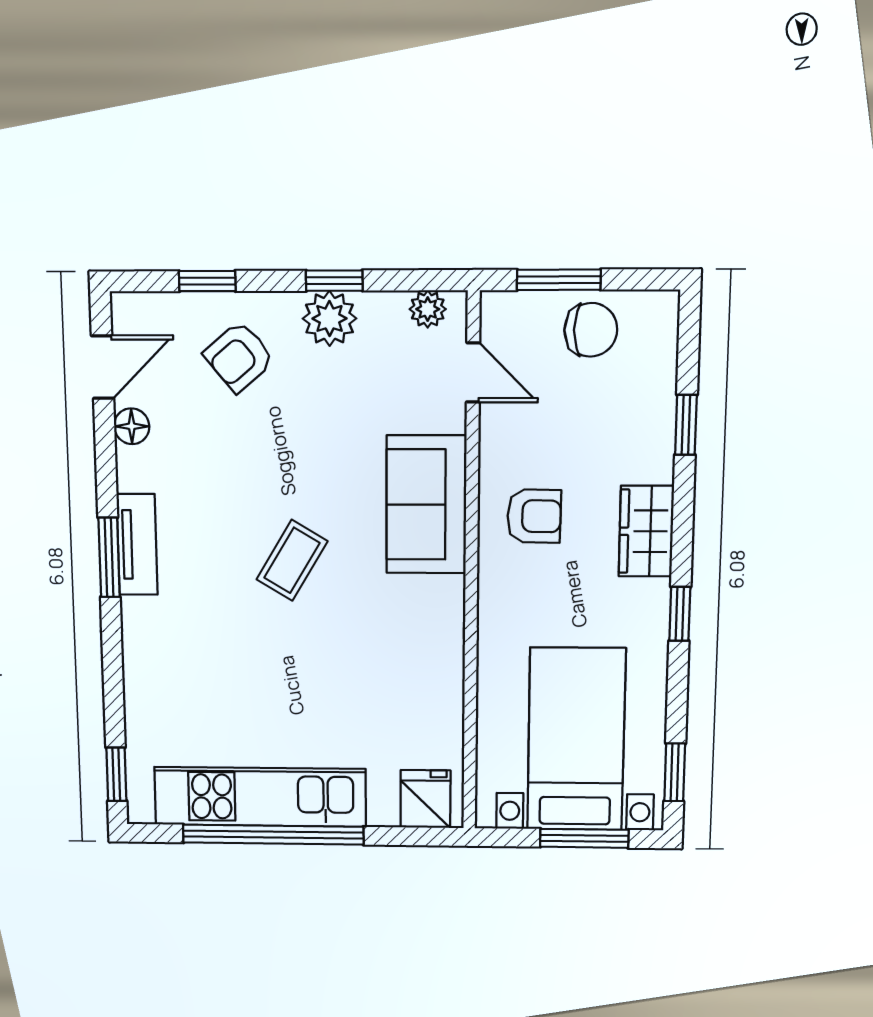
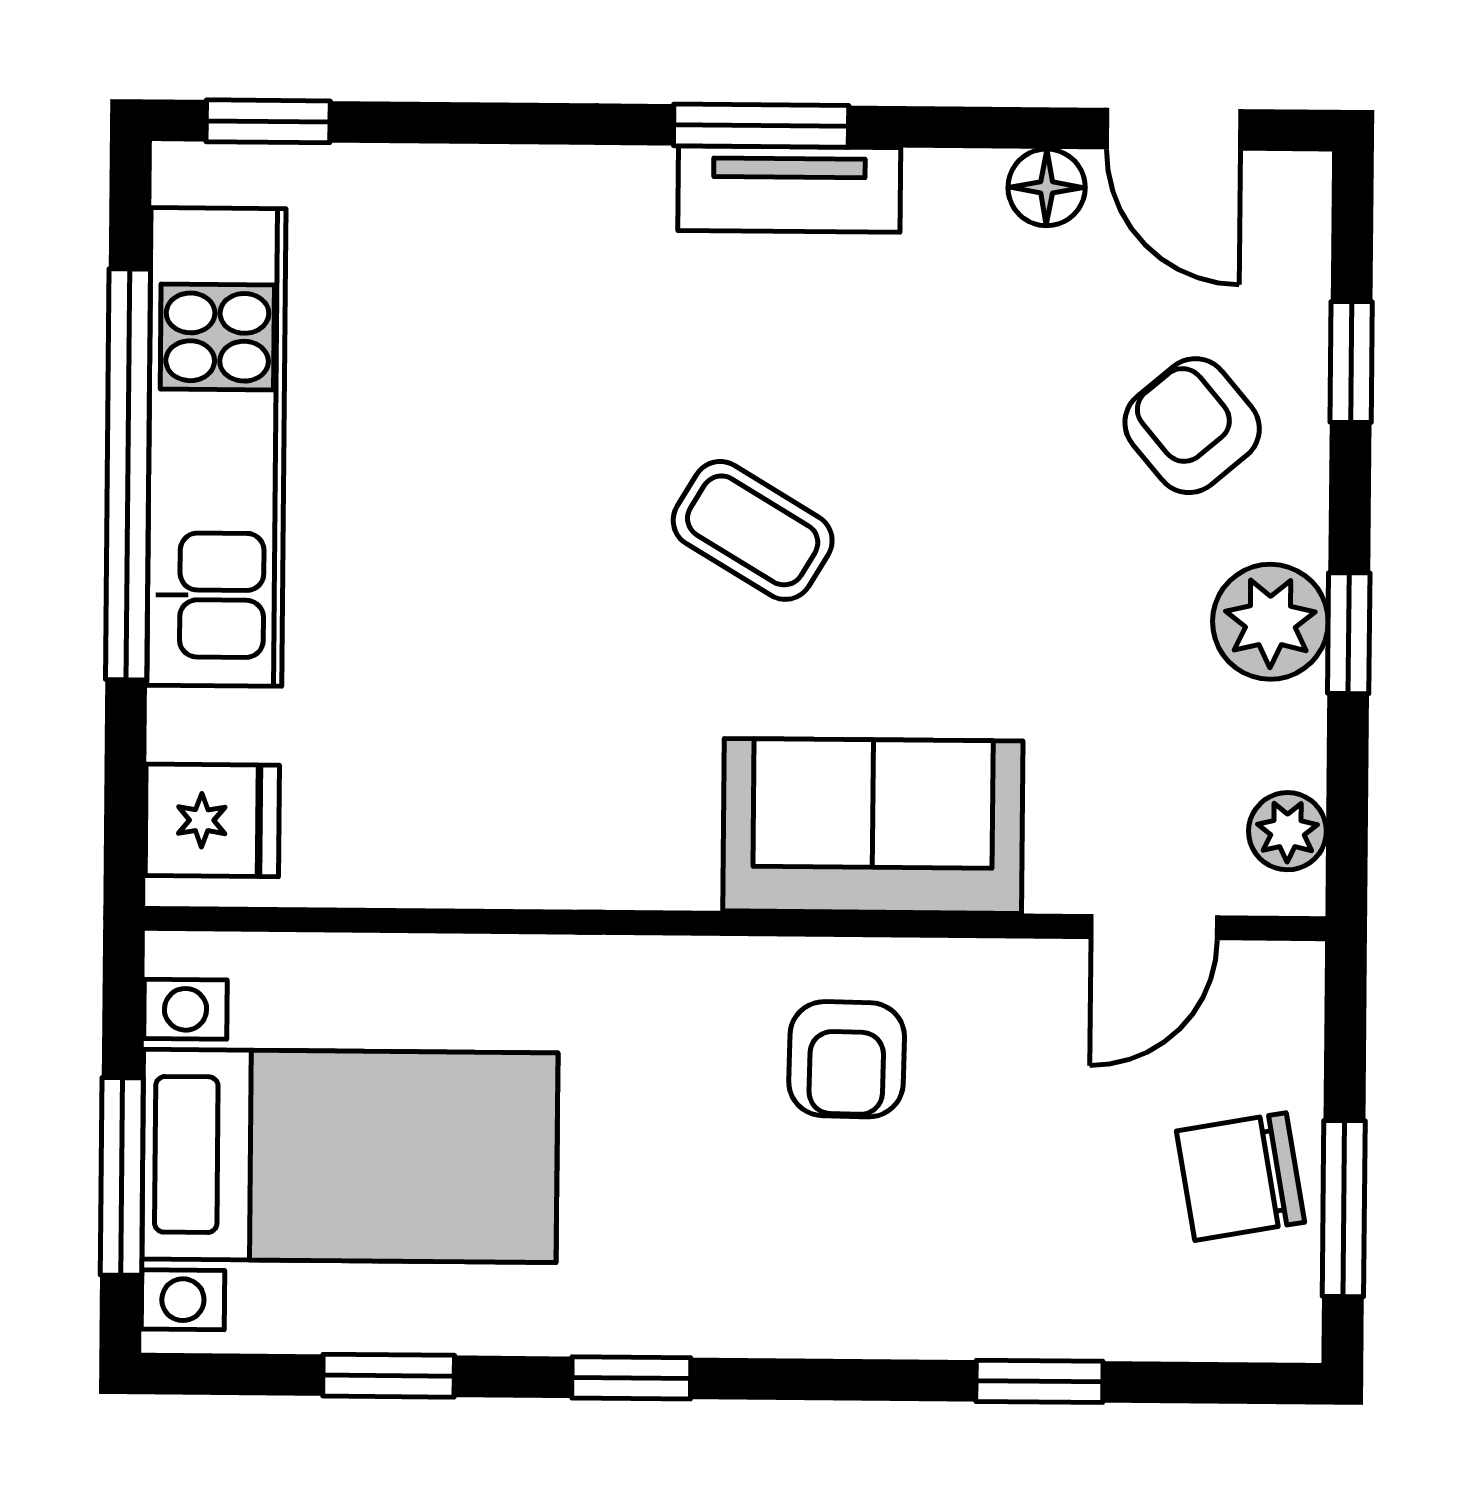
window: (559, 280) -> (1344, 1209), moved
chair: (591, 330) -> (1241, 1177), turned 80
wardrobe: (646, 531) -> (812, 1302), removed
window: (675, 772) -> (389, 1376), moved

